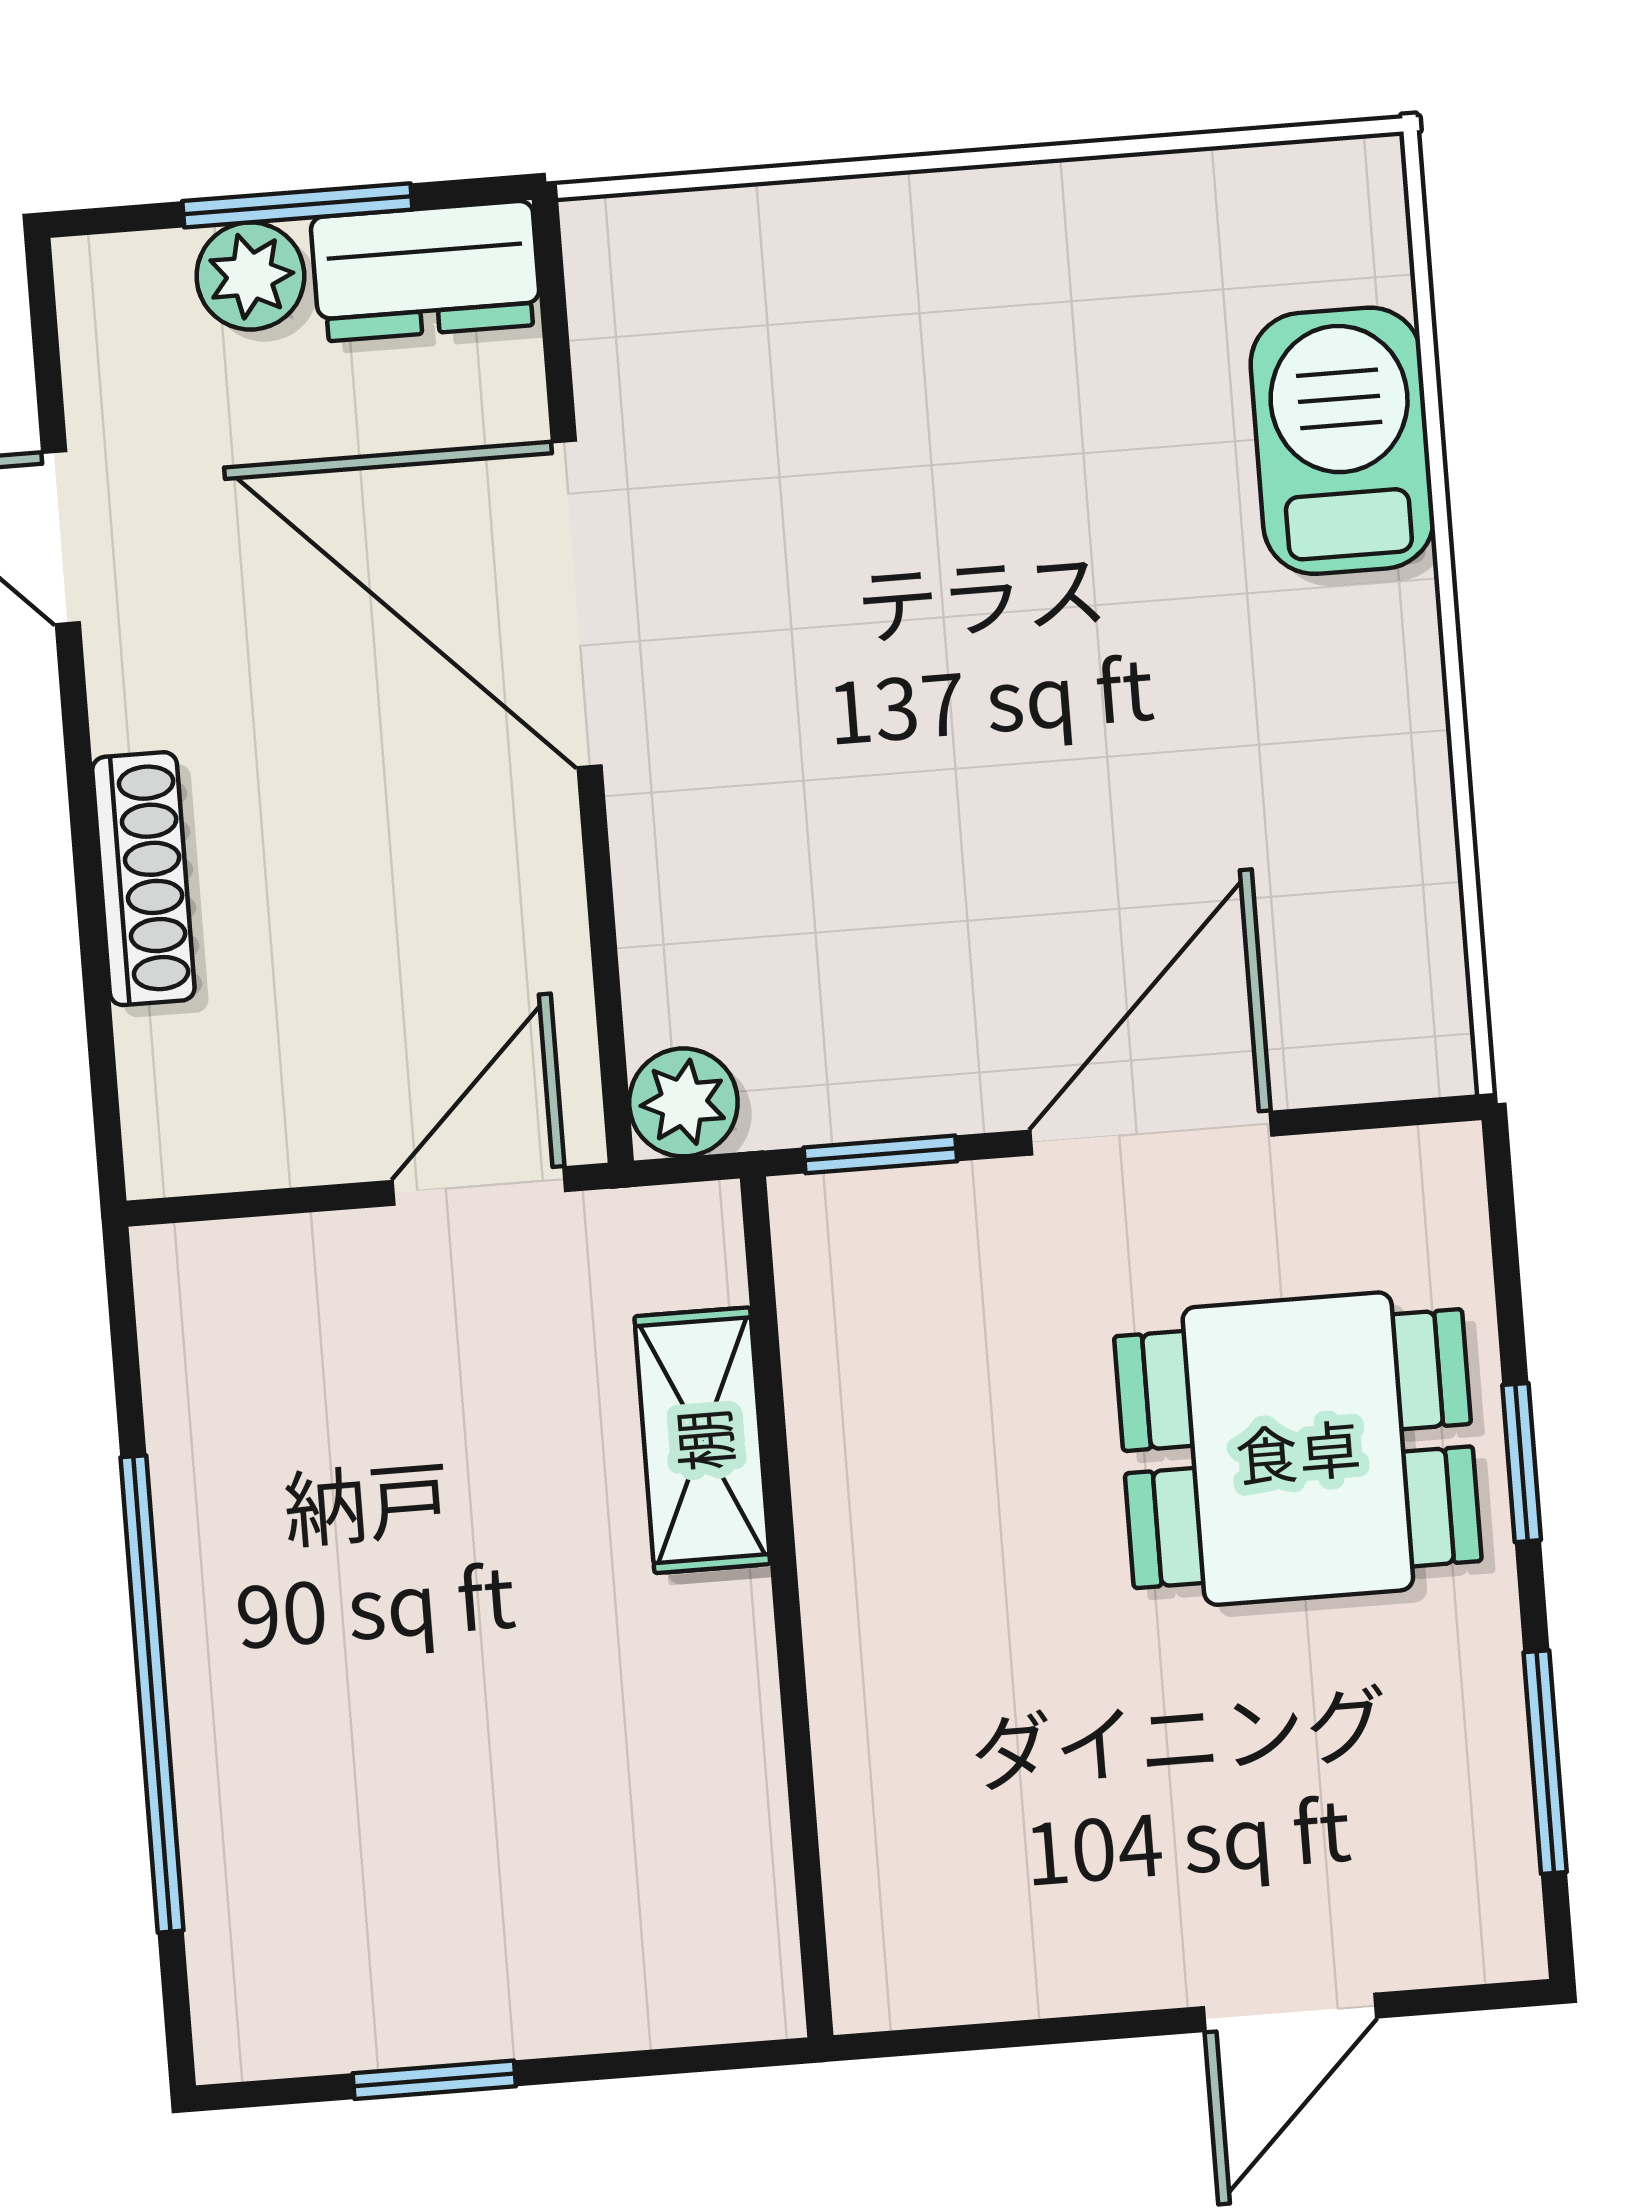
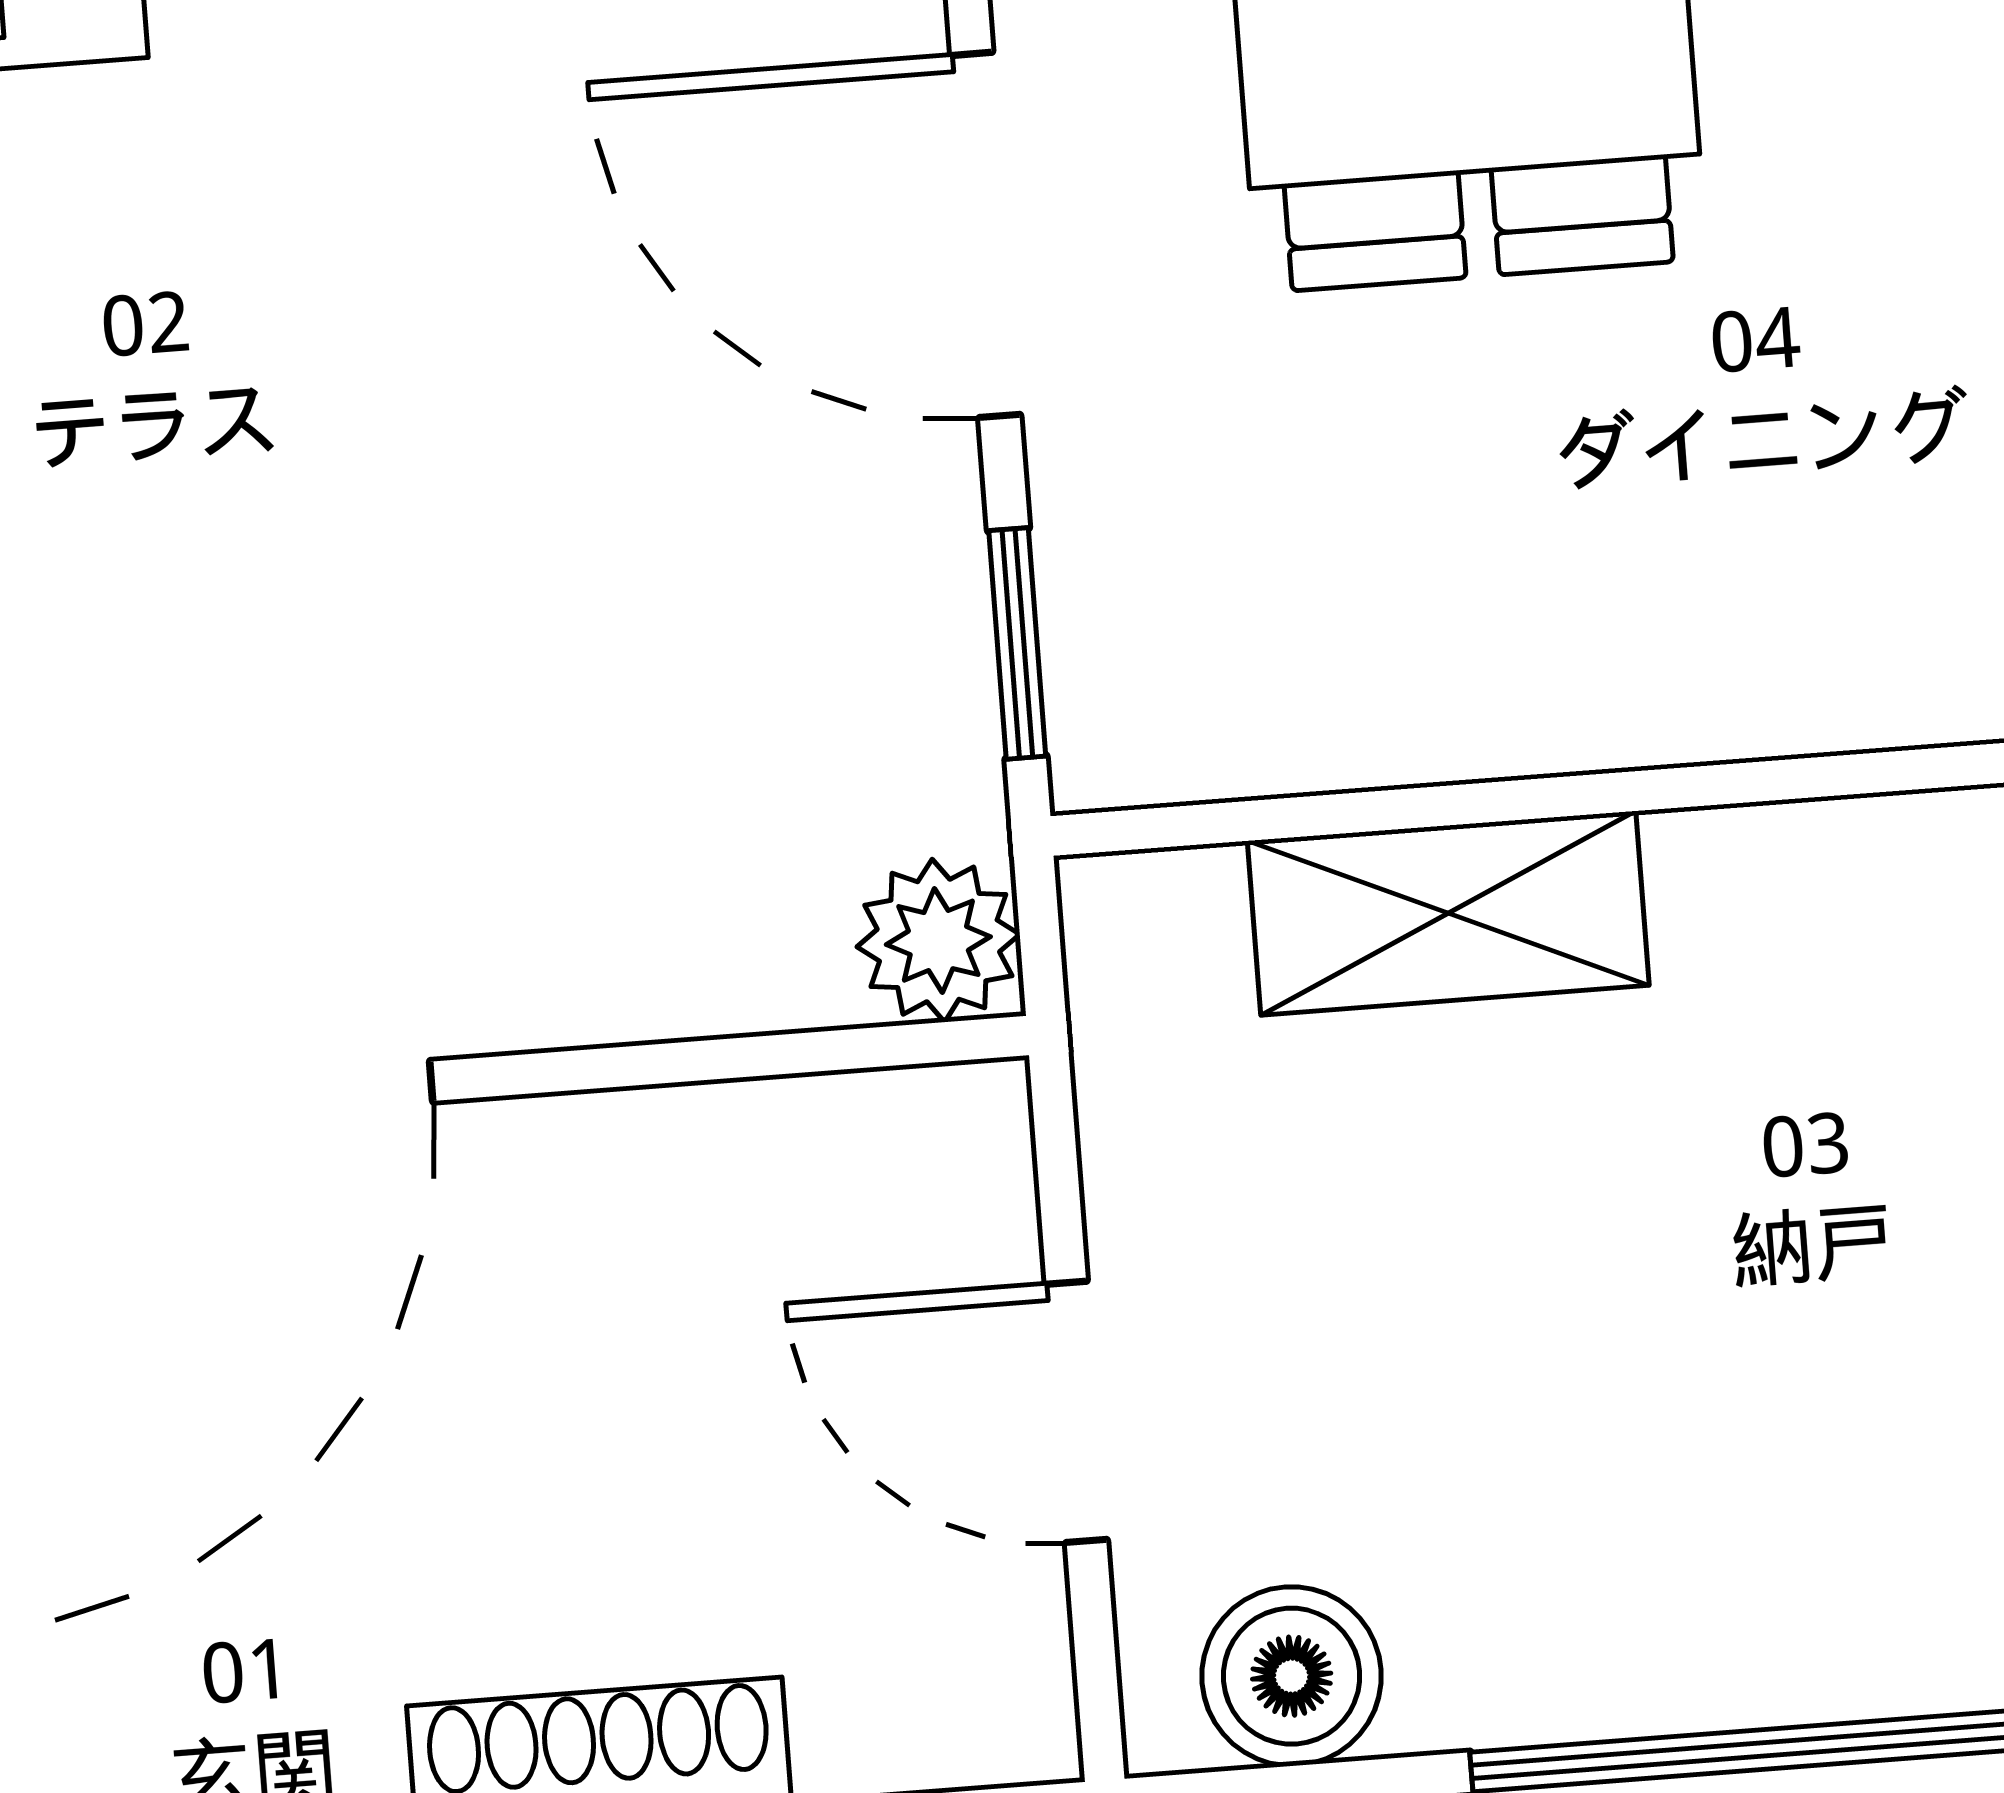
door: (479, 1186) -> (1076, 1412), moved
boiler: (197, 1337) -> (1292, 1676), added

